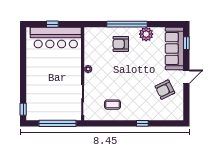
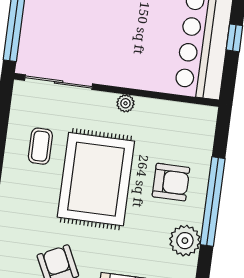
armchair: (121, 44) -> (171, 182), turned 90
rug: (124, 78) -> (96, 179), added

